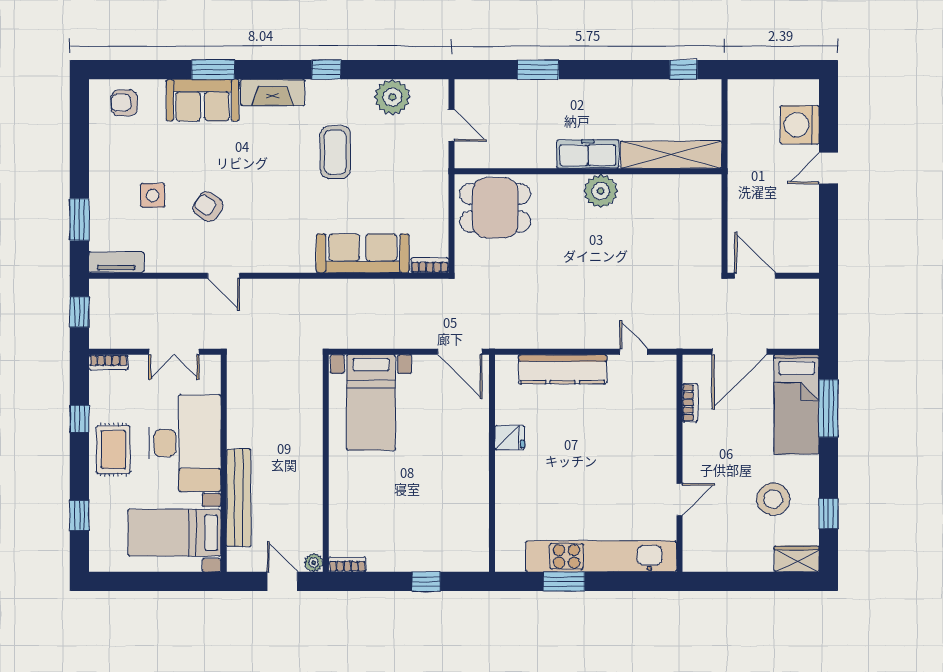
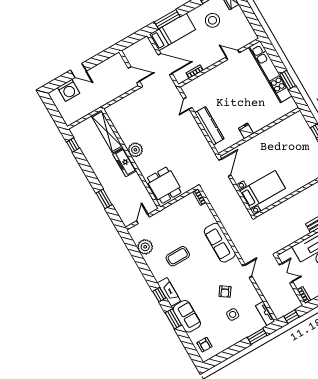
window: (326, 70) -> (159, 295), moved
sofa: (363, 253) -> (220, 243), moved
door: (755, 276) -> (134, 75), swing flipped

